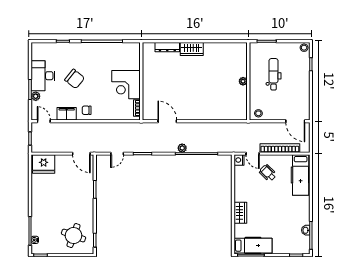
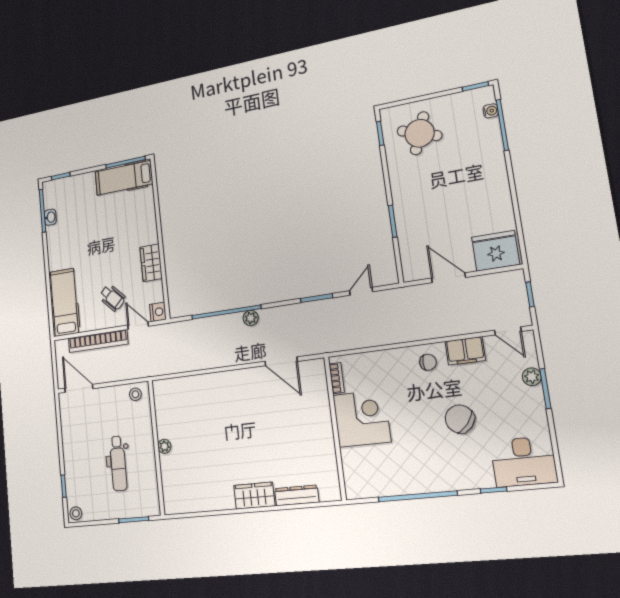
desk: (43, 76) -> (524, 461), moved, turned 90
door: (81, 154) -> (449, 278), moved
wardrobe: (240, 213) -> (151, 263), moved

